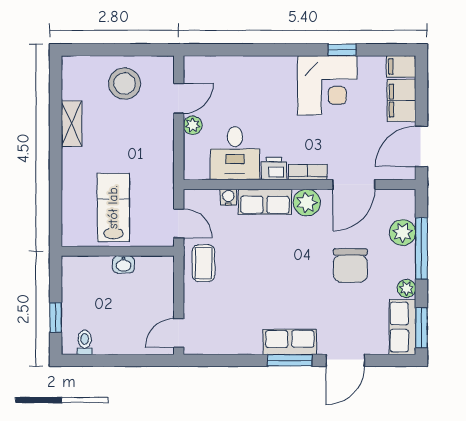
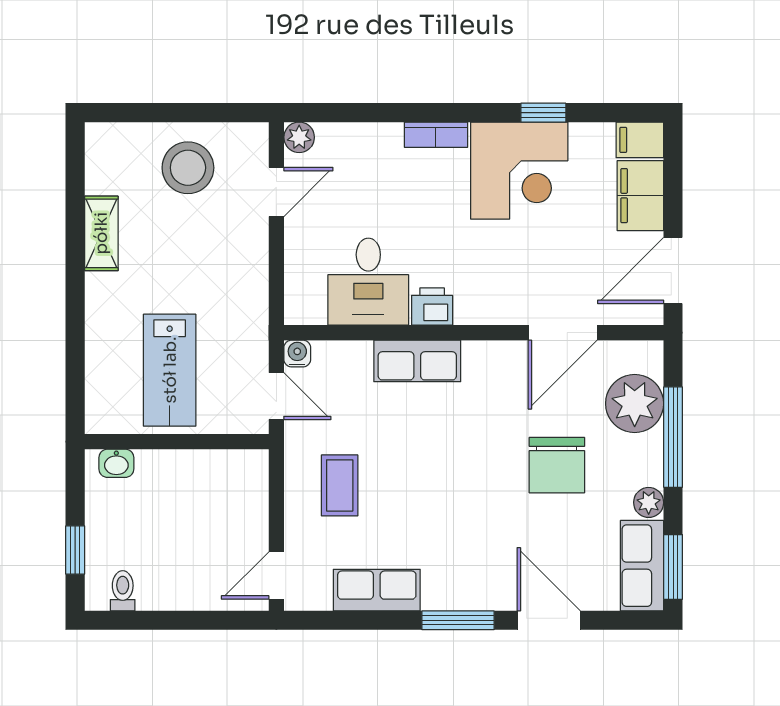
plant: (193, 125) -> (299, 137), moved
bookcase: (308, 172) -> (436, 135), moved, turned 180
water cooler: (228, 197) -> (297, 354), moved
plant: (307, 203) -> (486, 362), removed
lab bench: (113, 207) -> (170, 370), turned 180
plant: (403, 233) -> (635, 404), width x1.36, depth x1.36
coffee table: (203, 263) -> (340, 485), moved
washbasin: (124, 264) -> (116, 463), moved
row of seats: (290, 342) -> (377, 590), moved
door: (345, 360) -> (549, 620), swing flipped

